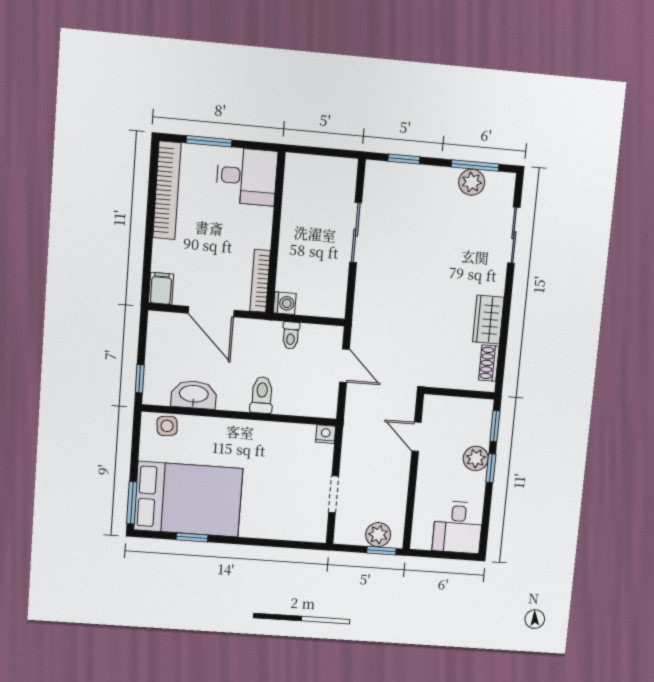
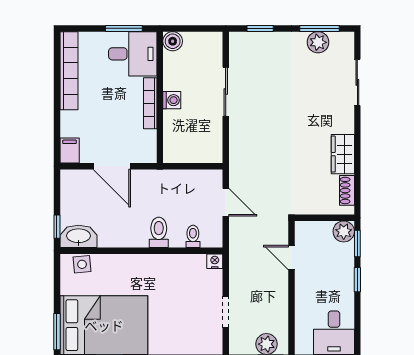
window: (209, 141) -> (124, 28), moved
boiler: (296, 165) -> (173, 41), added
bookcase: (260, 281) -> (150, 103), moved
washing machine: (285, 303) -> (172, 100), moved
toilet: (291, 335) -> (193, 236), moved, turned 180
washbasin: (194, 395) -> (79, 236), moved
plant: (476, 458) -> (344, 231), moved

